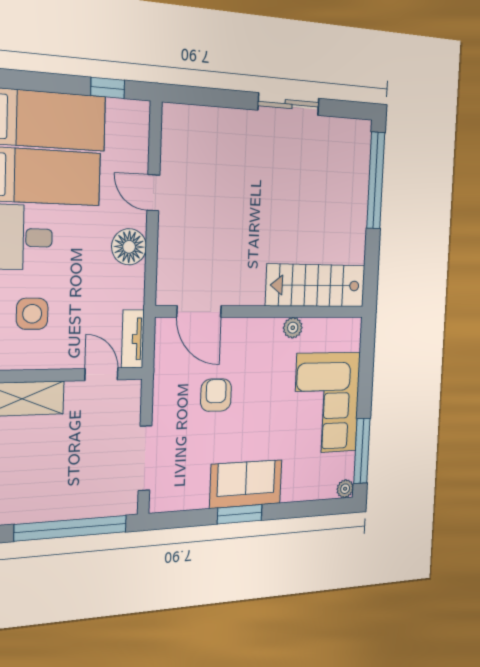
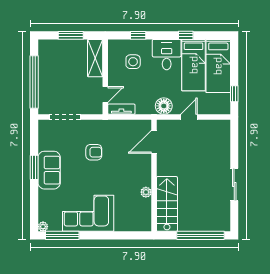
stairs: (316, 285) -> (167, 204), moved
door: (199, 311) -> (154, 142), moved
wall: (263, 312) -> (154, 176), moved
plant: (293, 328) -> (146, 192), moved

